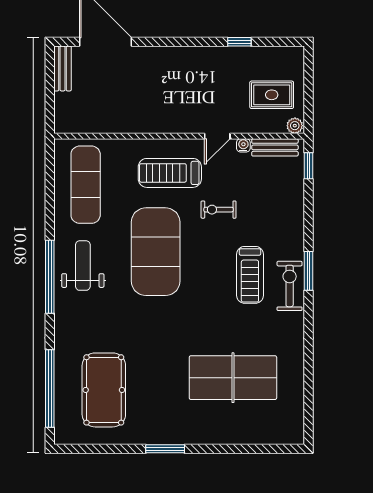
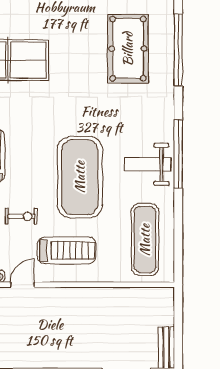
weight bench: (83, 266) -> (148, 164), turned 90

